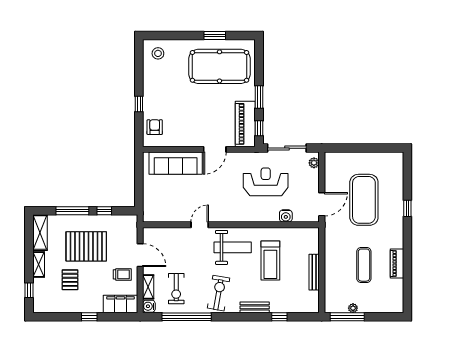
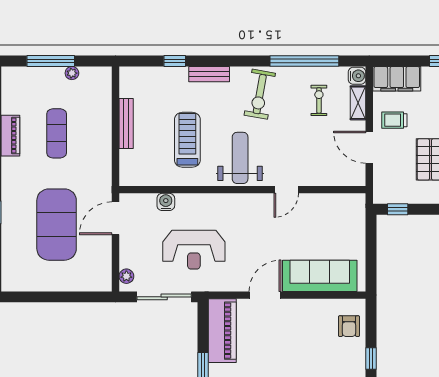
window: (259, 128) -> (203, 324), removed
window: (104, 211) -> (398, 209), moved
weight bench: (233, 247) -> (240, 158), turned 90
exercise bike: (176, 289) -> (319, 100), width x0.73, depth x0.72
window: (347, 317) -> (51, 61), moved

